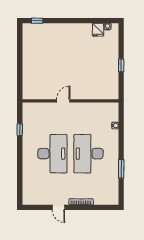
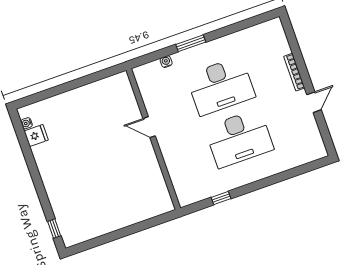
window: (121, 65) -> (76, 84), removed
door: (63, 101) -> (149, 127), moved
desk: (52, 154) -> (239, 138), turned 180
window: (121, 169) -> (191, 43), moved

